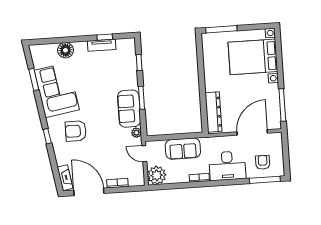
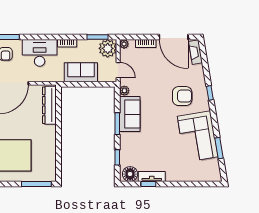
floor lamp: (65, 50) -> (130, 174), moved
plant: (140, 181) -> (124, 44), added
window: (168, 186) -> (98, 37), added

